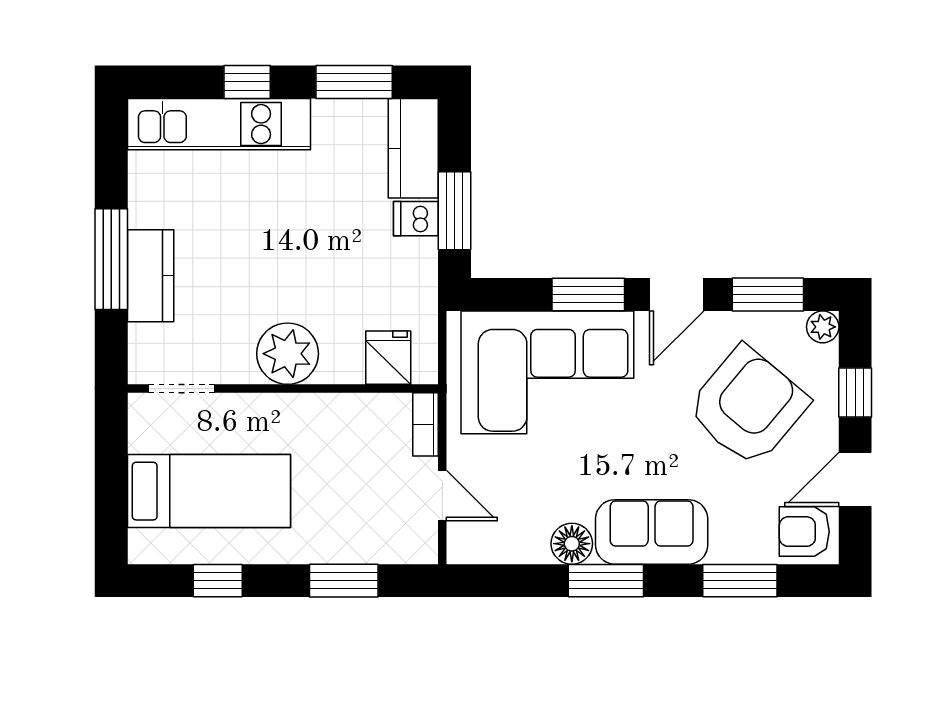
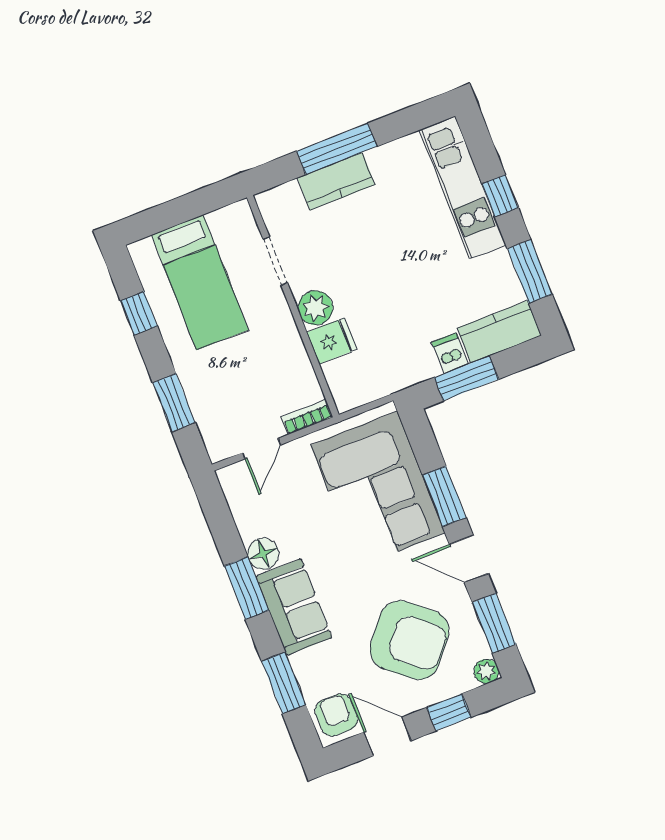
plant: (288, 354) -> (315, 308), width x0.73, depth x0.73
fridge: (388, 358) -> (332, 341), moved
doorway: (181, 389) -> (275, 261), moved

